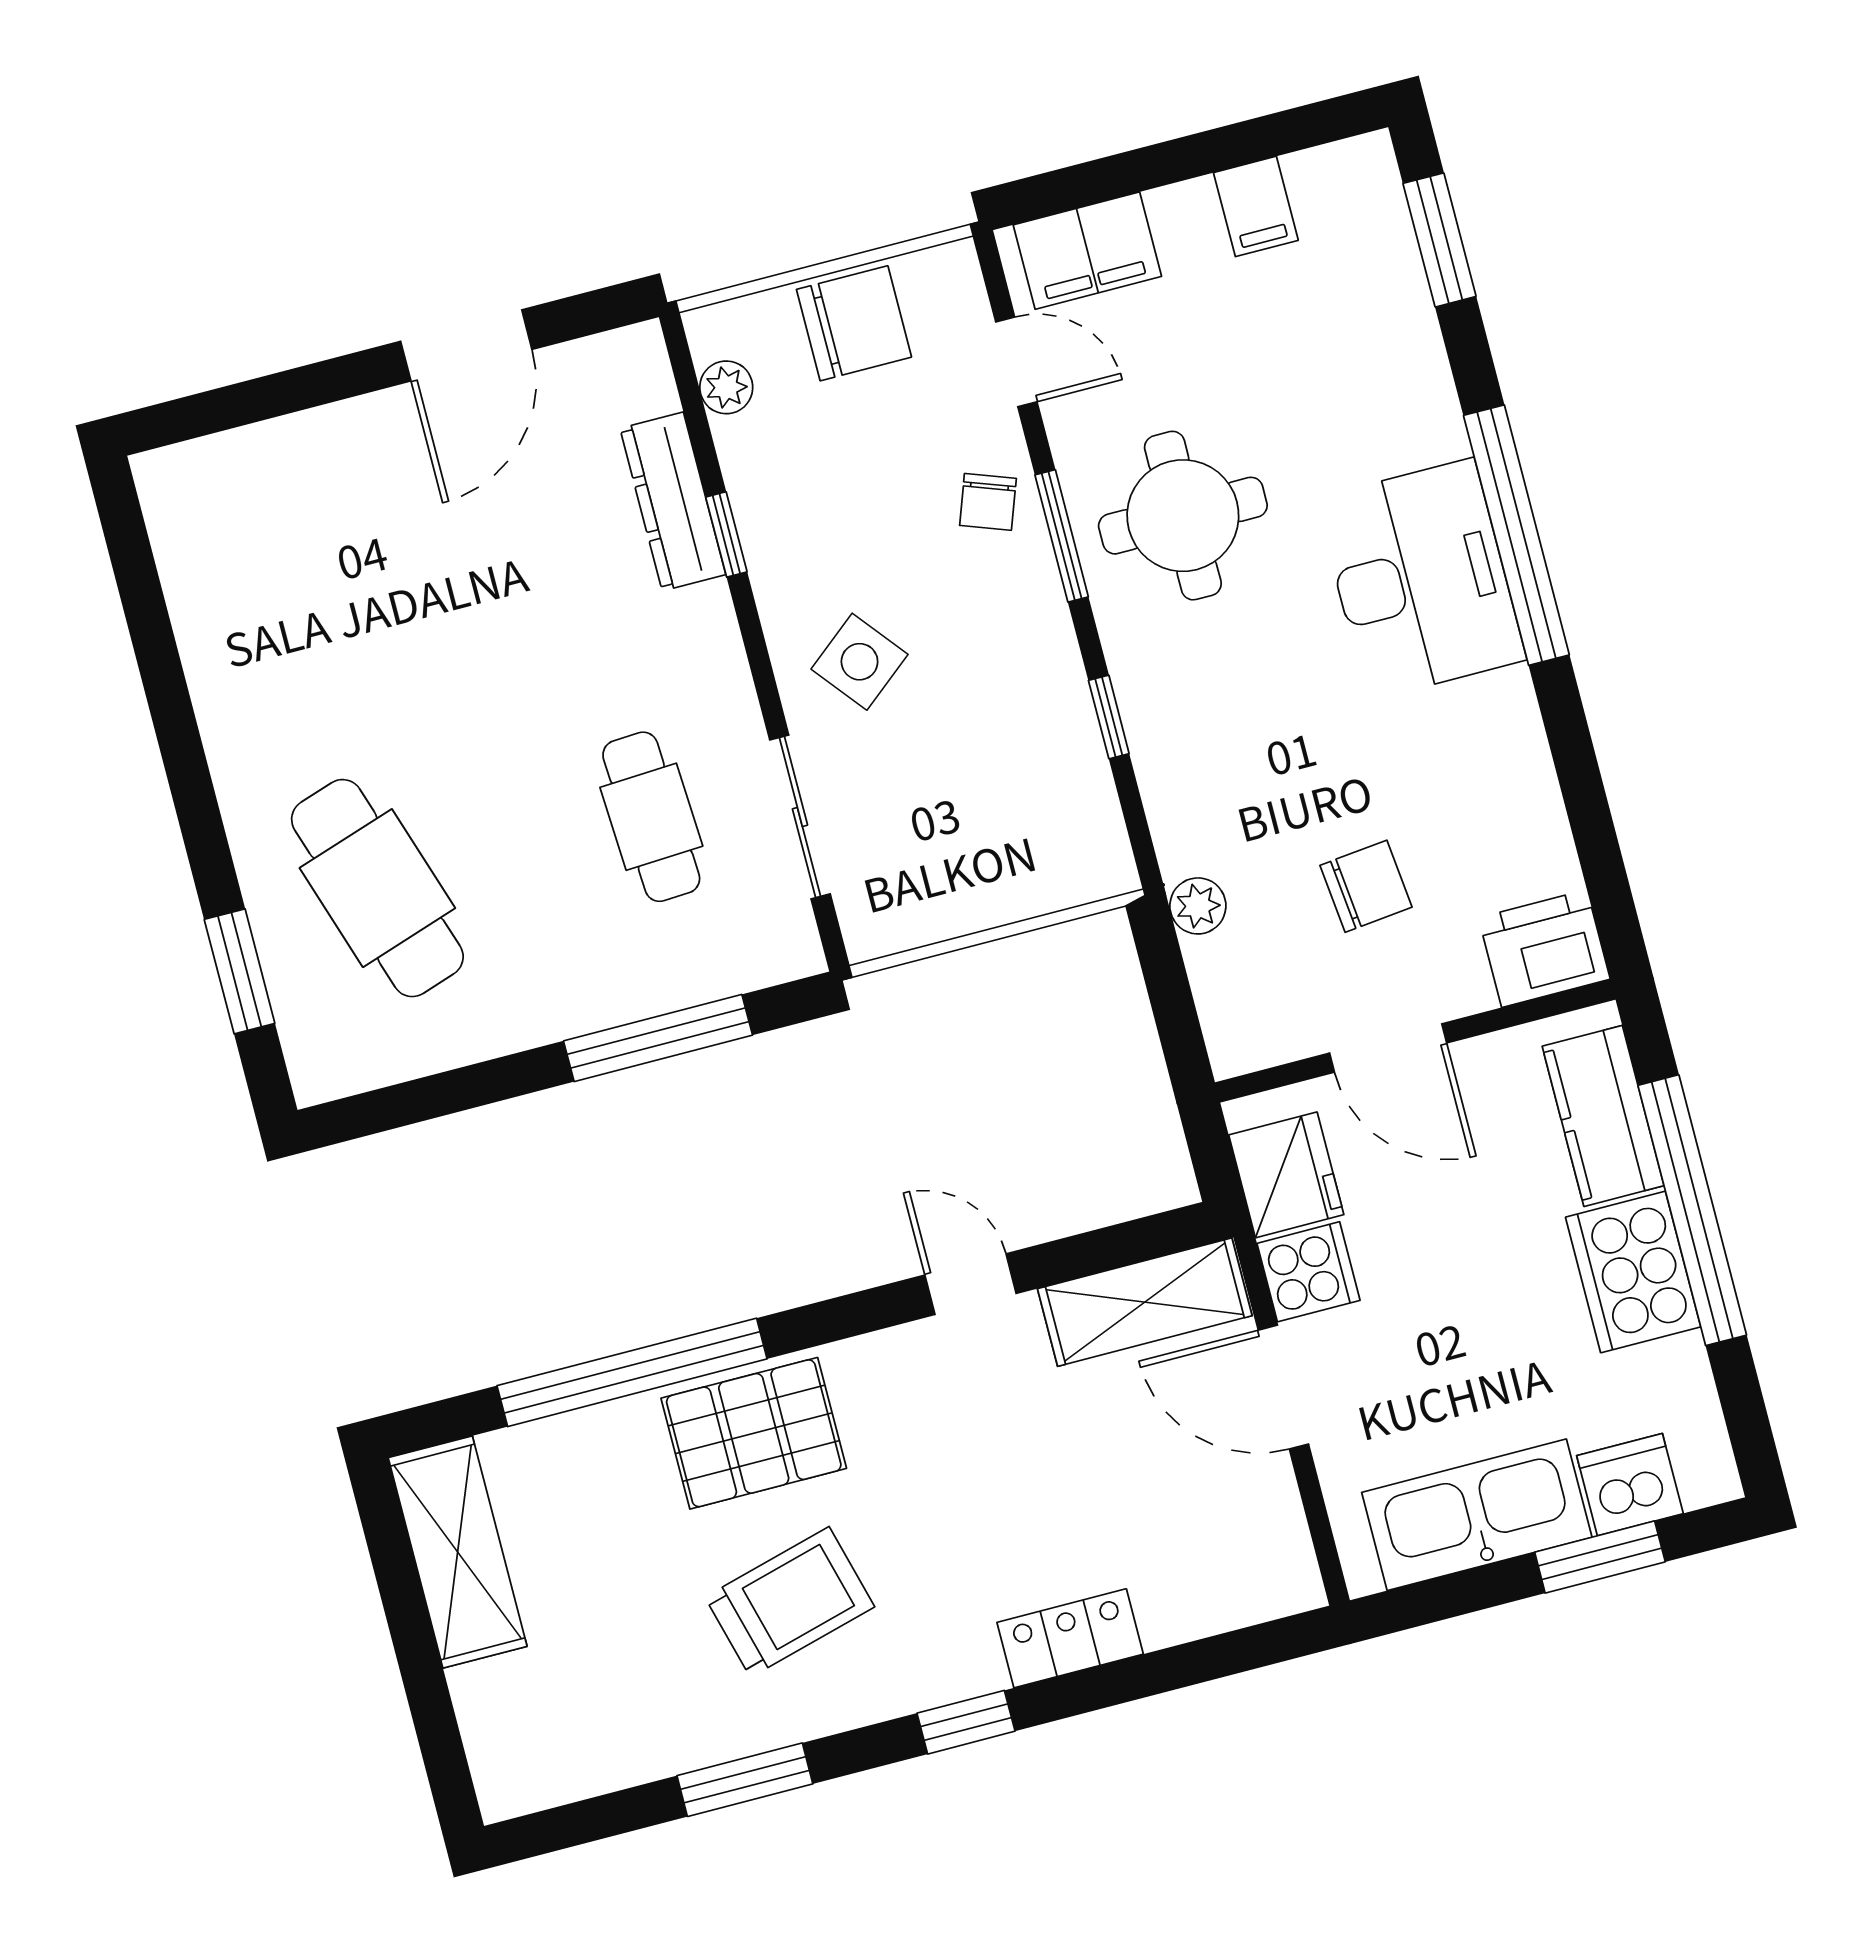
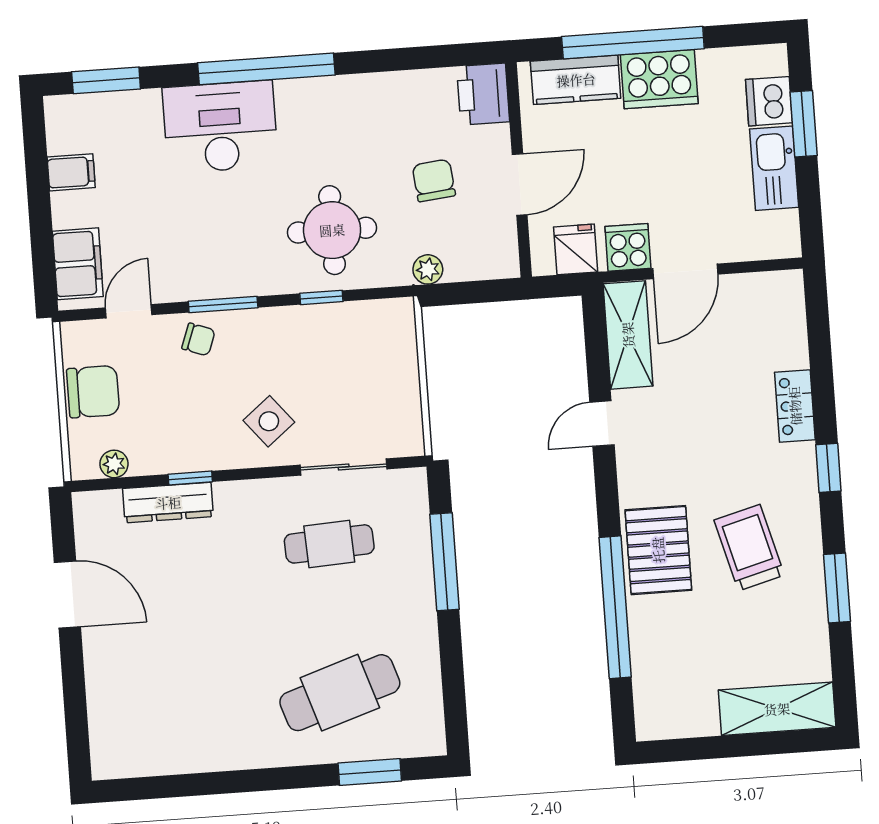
chair: (854, 323) -> (93, 392), turned 90
round table: (1183, 516) -> (332, 230), moved
desk: (1421, 579) -> (220, 127), moved
fridge: (1286, 1175) -> (576, 249), width x0.72
kitchen sink: (1477, 1515) -> (774, 168), width x0.73, depth x0.81
shelving: (458, 1552) -> (777, 709), moved

